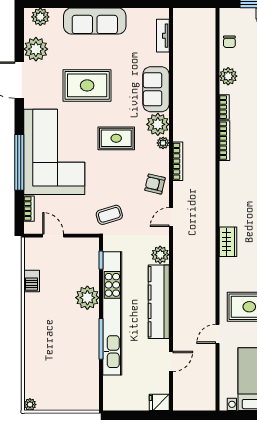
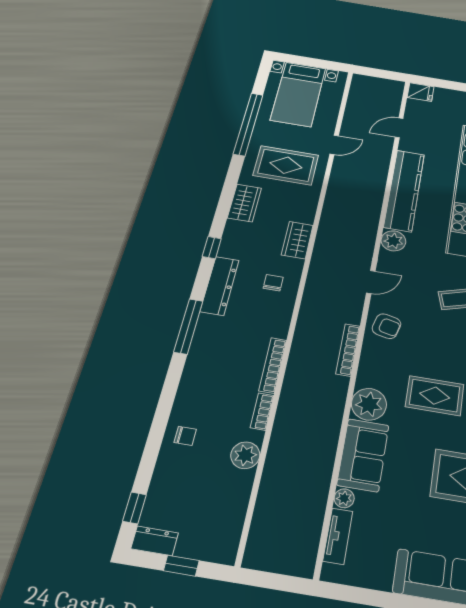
chair: (229, 42) -> (273, 283), moved
plant: (163, 143) -> (344, 498), moved

